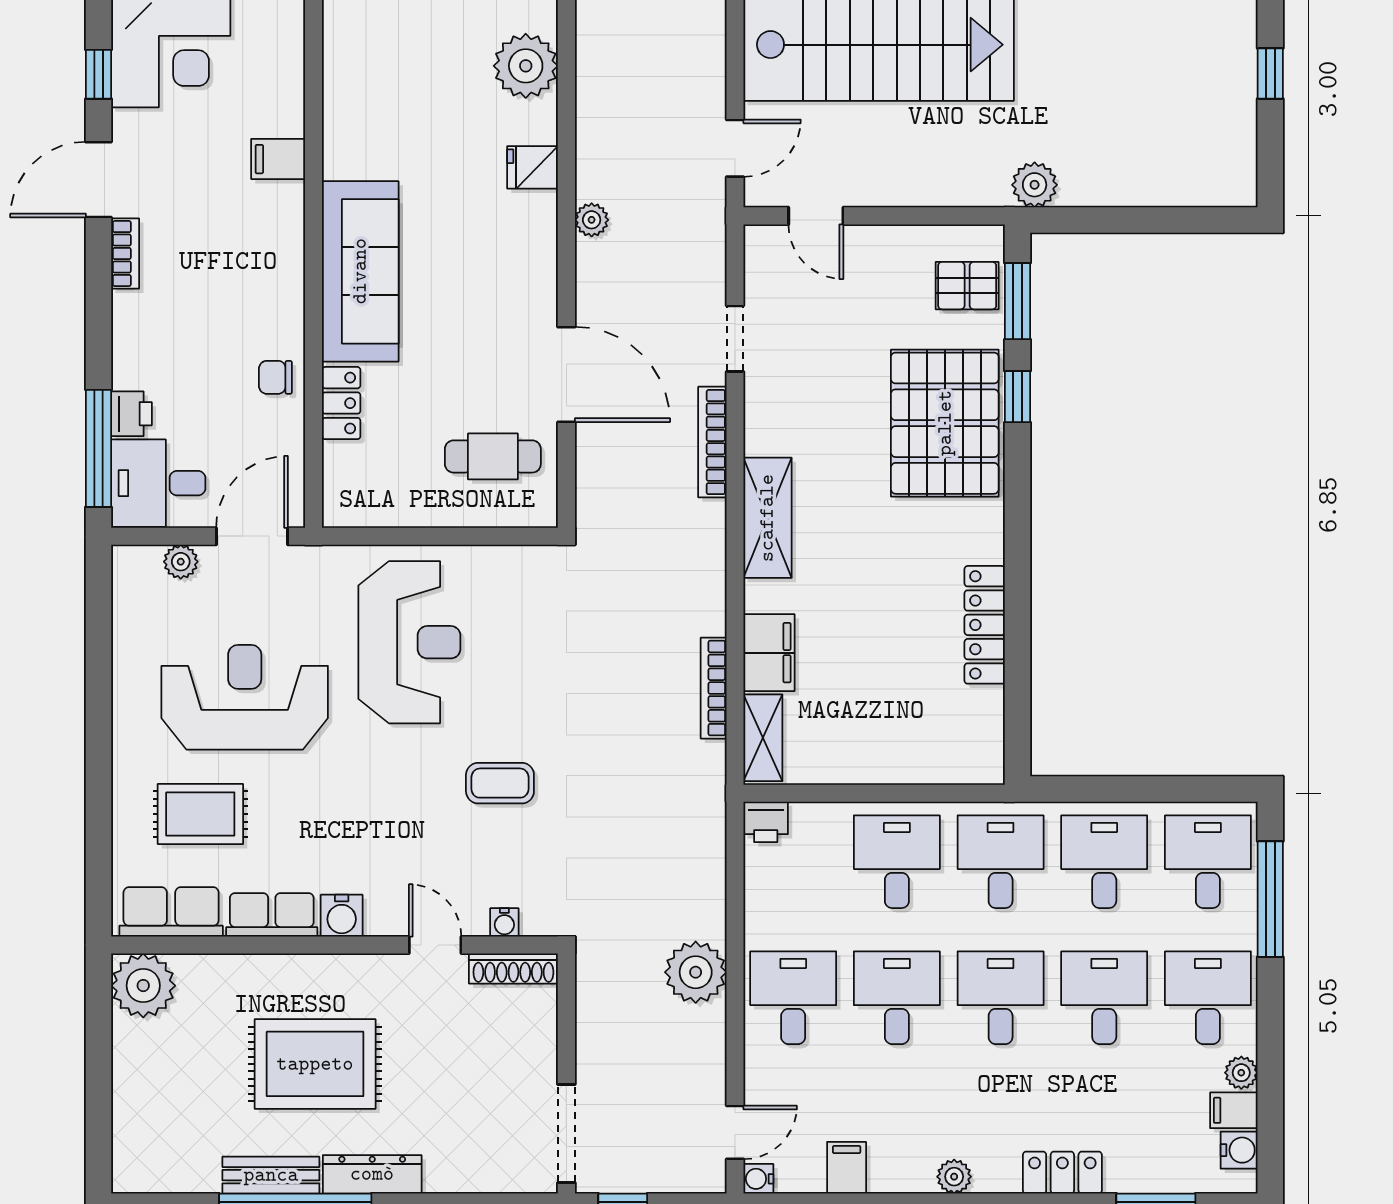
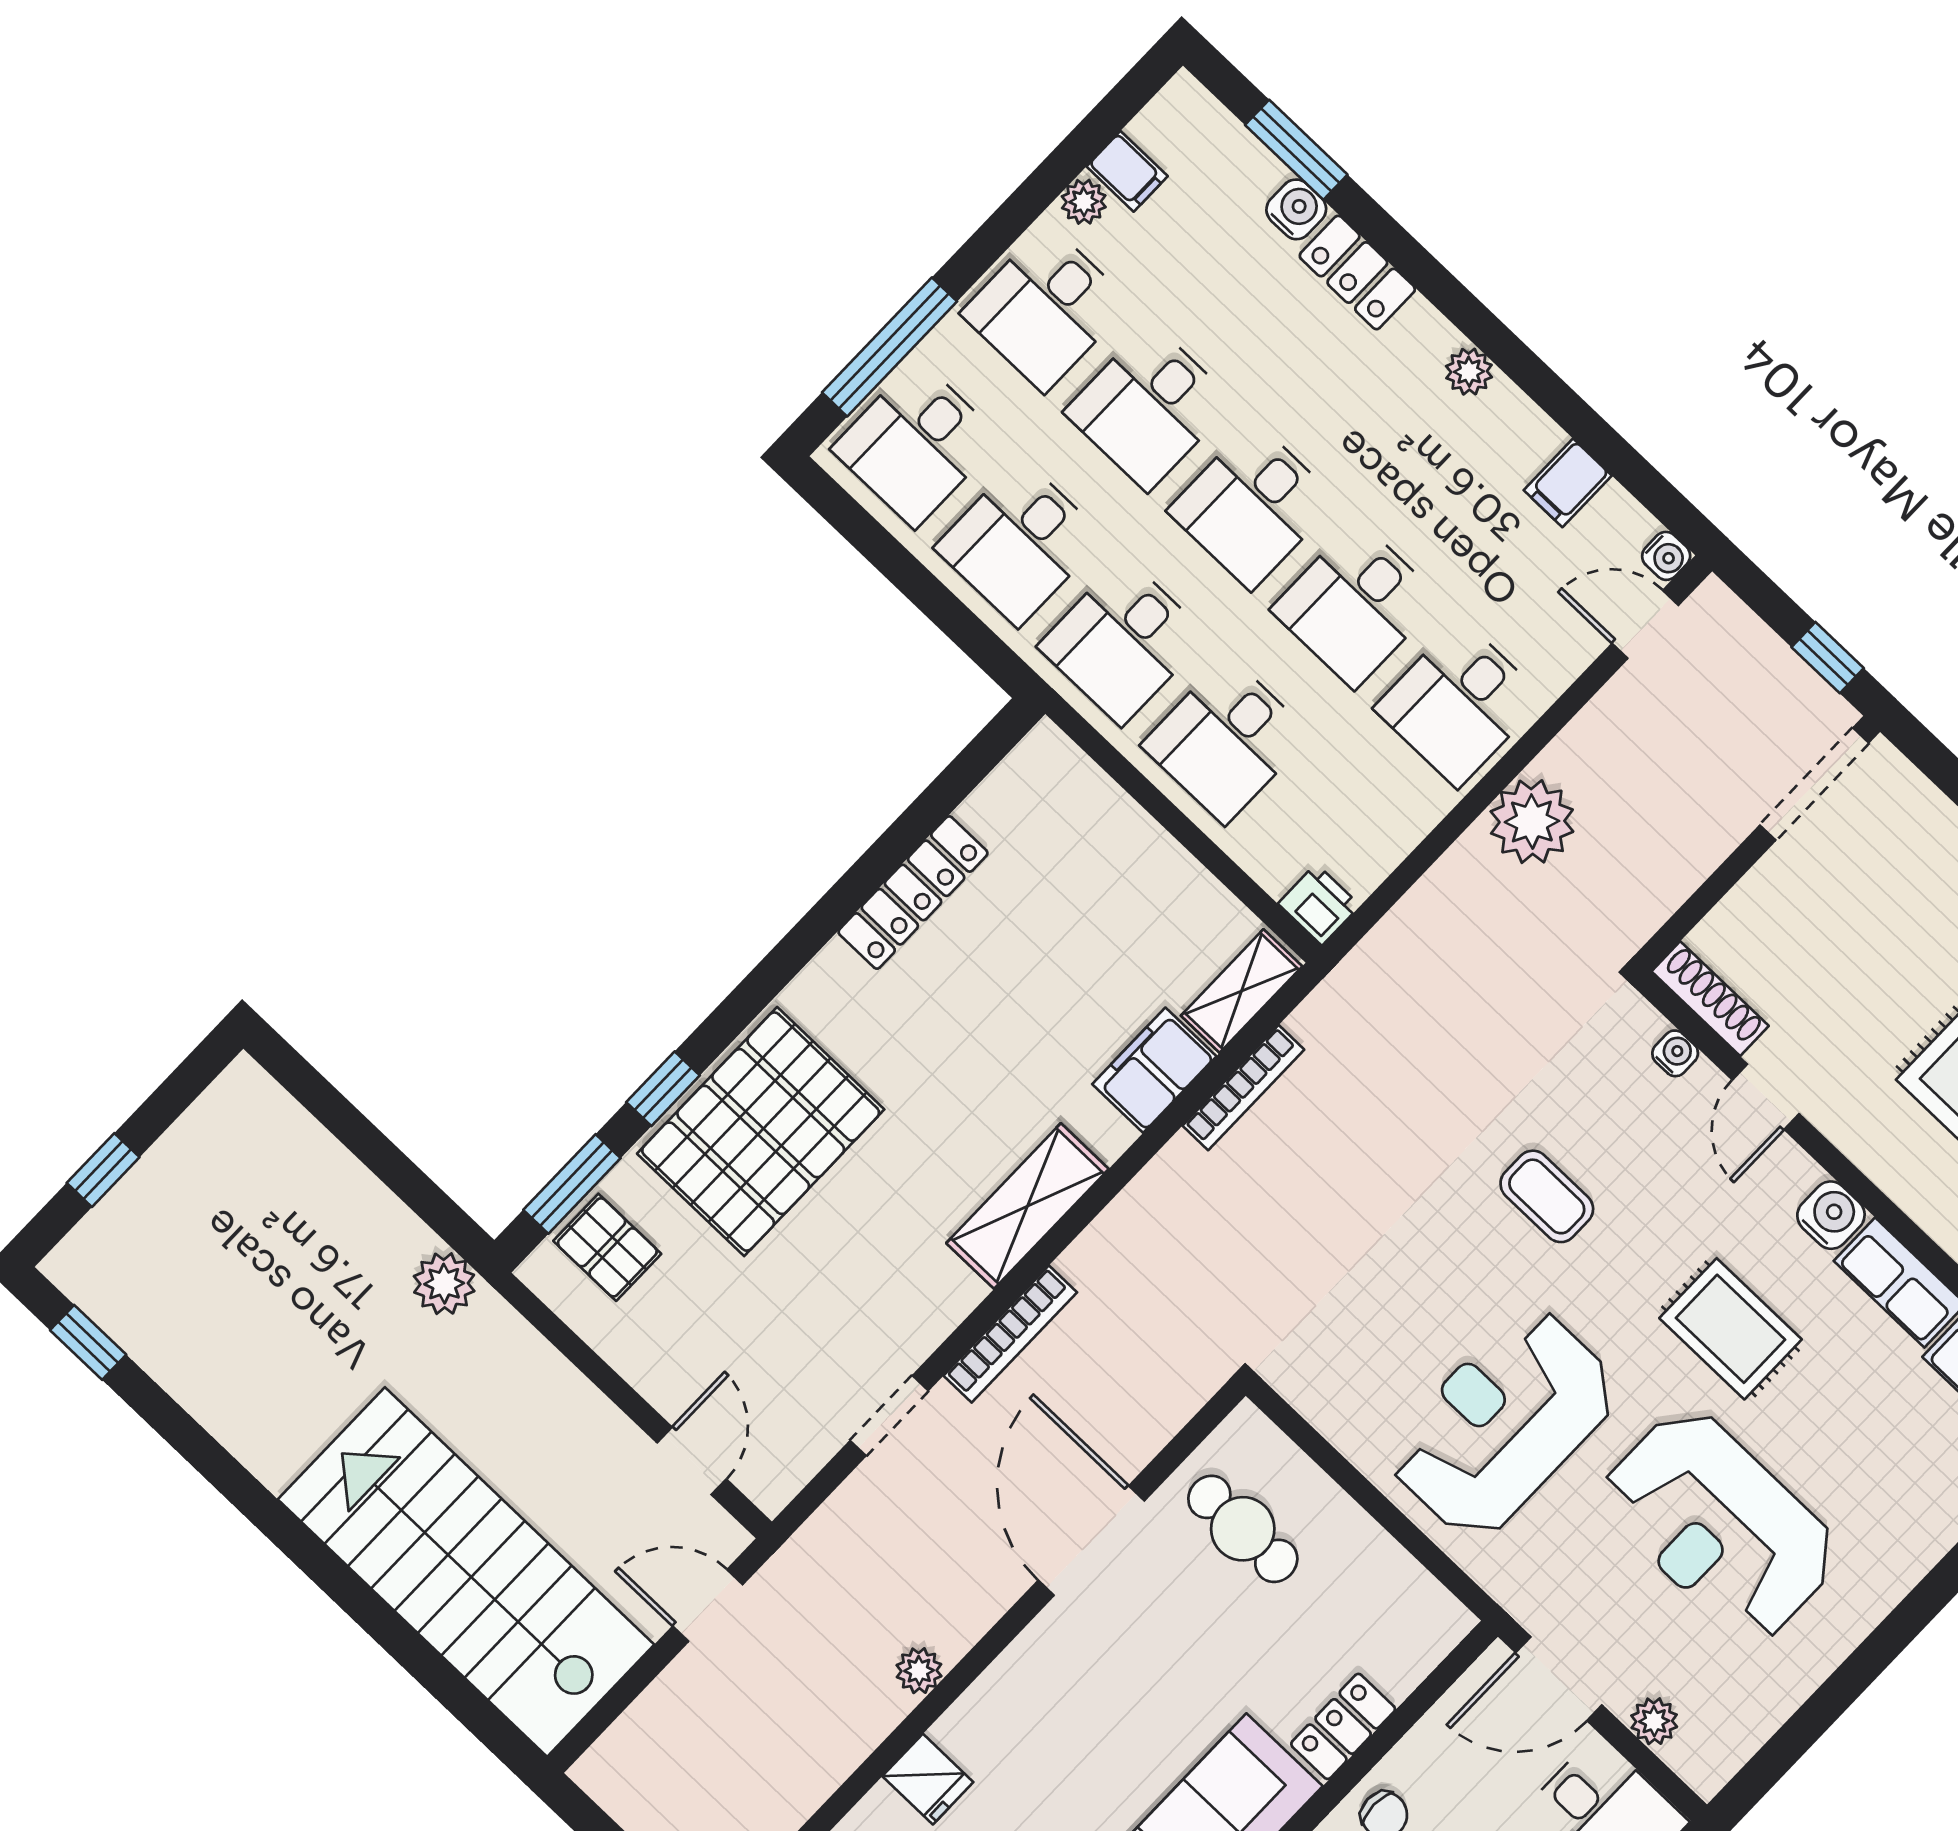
rug: (200, 814) -> (1731, 1329), moved
water cooler: (1239, 1150) -> (1296, 209), moved, turned 90

